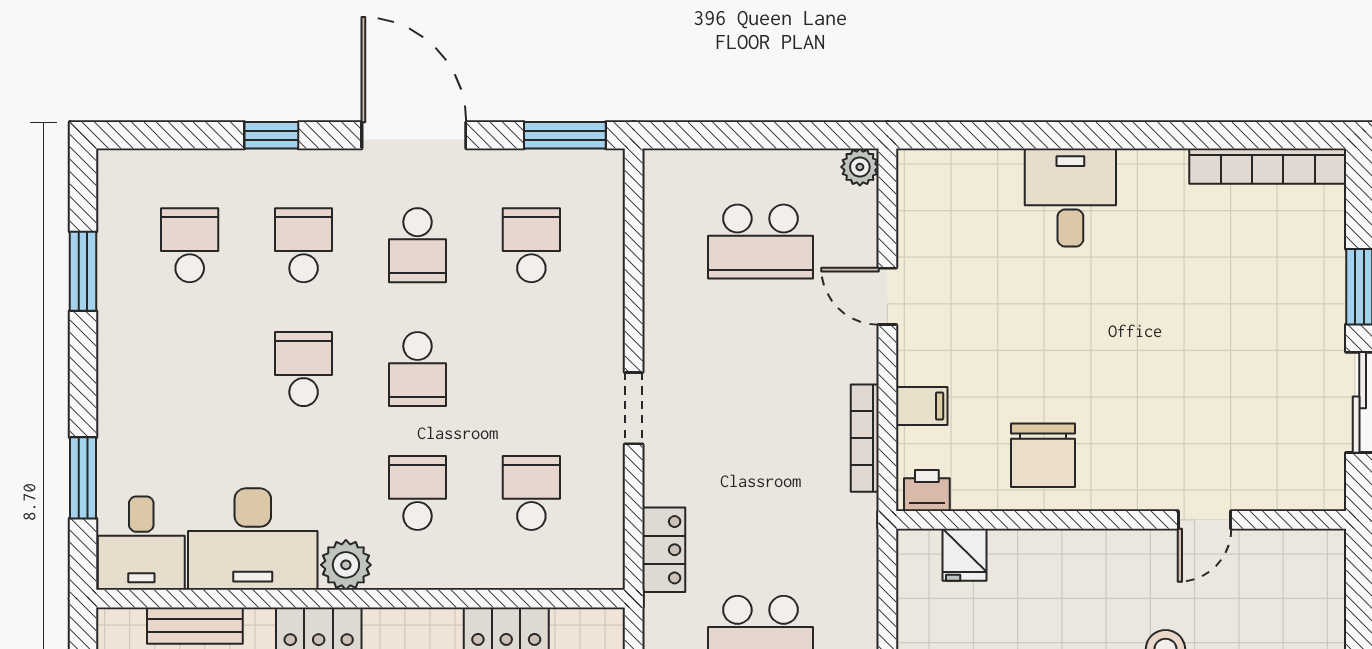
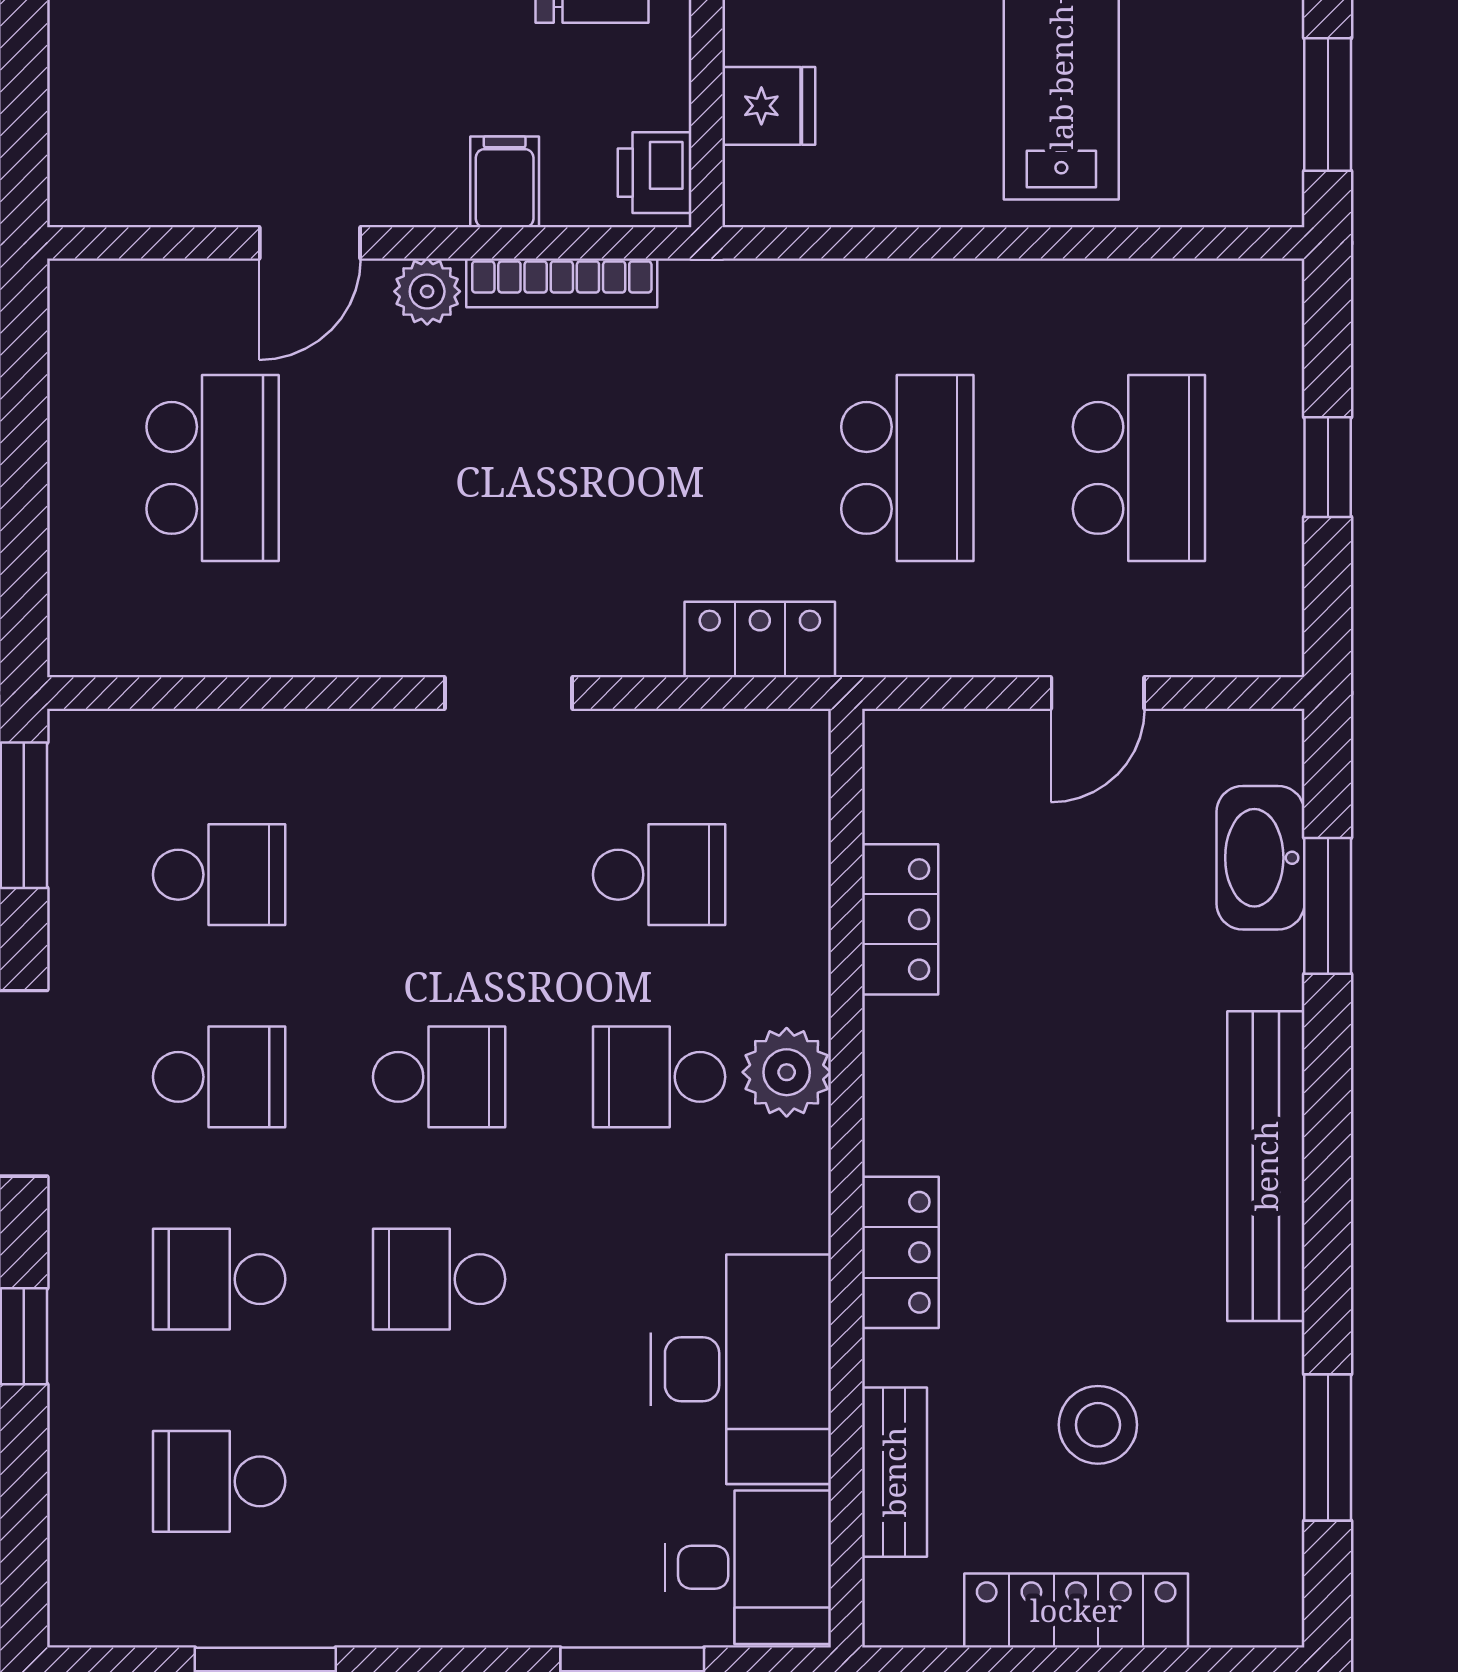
plant: (860, 167) -> (427, 291), moved
school desk: (531, 245) -> (219, 875), turned 180
school desk: (531, 493) -> (659, 875), turned 180
plant: (346, 565) -> (787, 1072), moved

